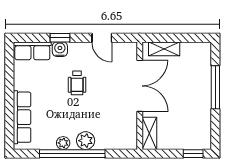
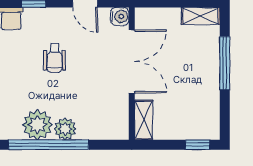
water cooler: (60, 49) -> (120, 16), moved, turned 90
shelving: (164, 49) -> (201, 16), moved
plant: (63, 143) -> (37, 125), width x1.87, depth x1.87

